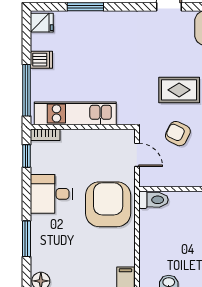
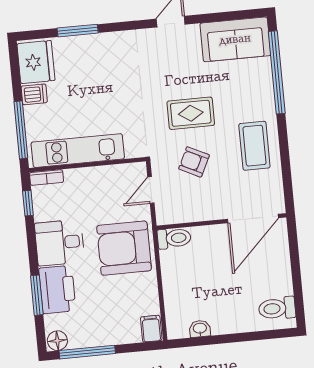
fridge: (42, 23) -> (36, 62), width x1.88, depth x1.34
door: (137, 155) -> (151, 190), swing flipped
armchair: (108, 204) -> (124, 248), turned -90
printer: (45, 235) -> (57, 289), added

